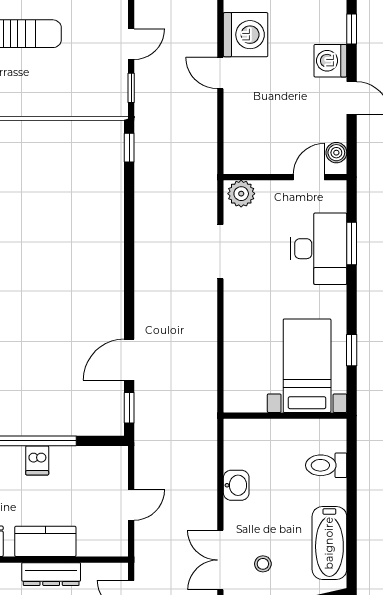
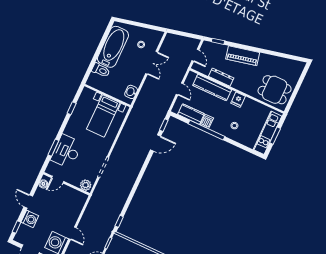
bed with nightstands: (307, 366) -> (103, 116), moved
kitchen counter: (80, 461) -> (191, 114), added
washbasin: (236, 485) -> (131, 92), moved
door: (131, 505) -> (180, 89), swing flipped
kitchen counter: (45, 541) -> (212, 88), width x1.50
bathtub: (329, 543) -> (113, 47), width x1.36, depth x1.36
double door: (220, 560) -> (152, 63), moved

